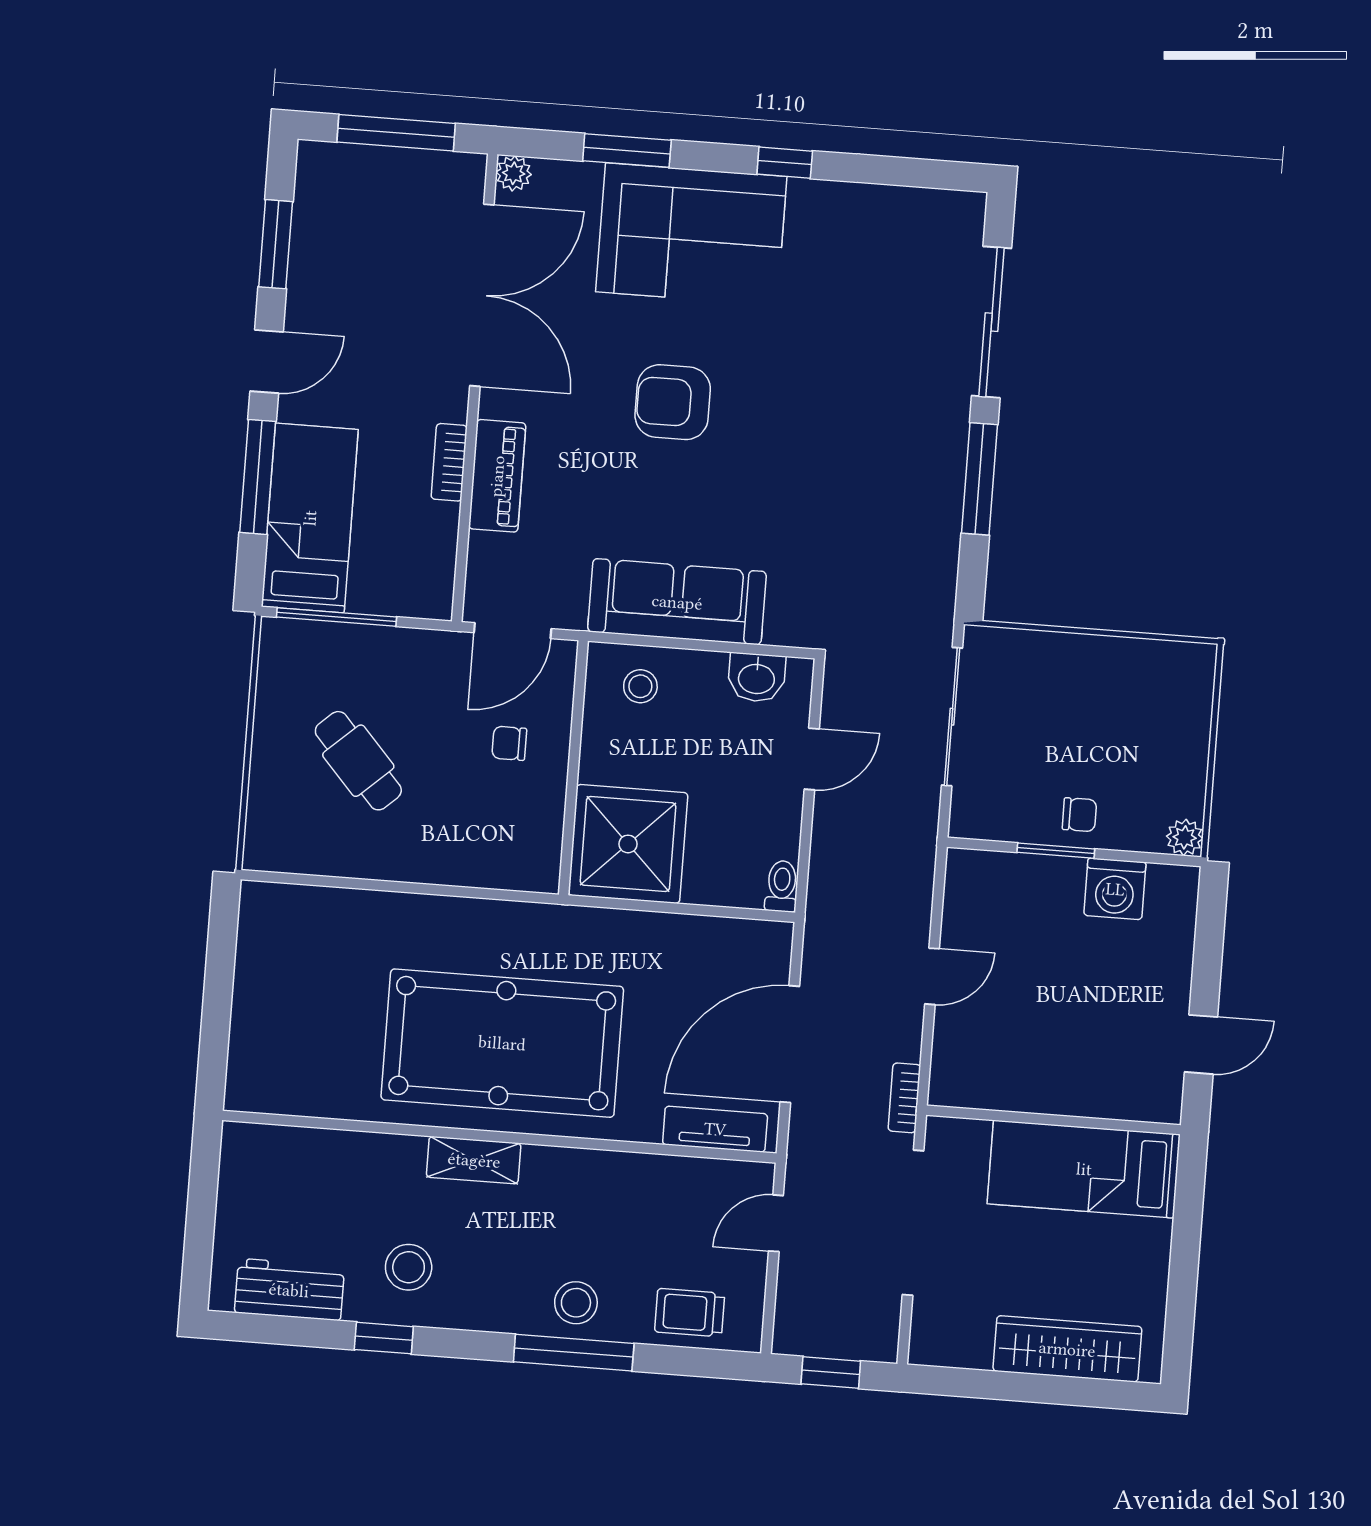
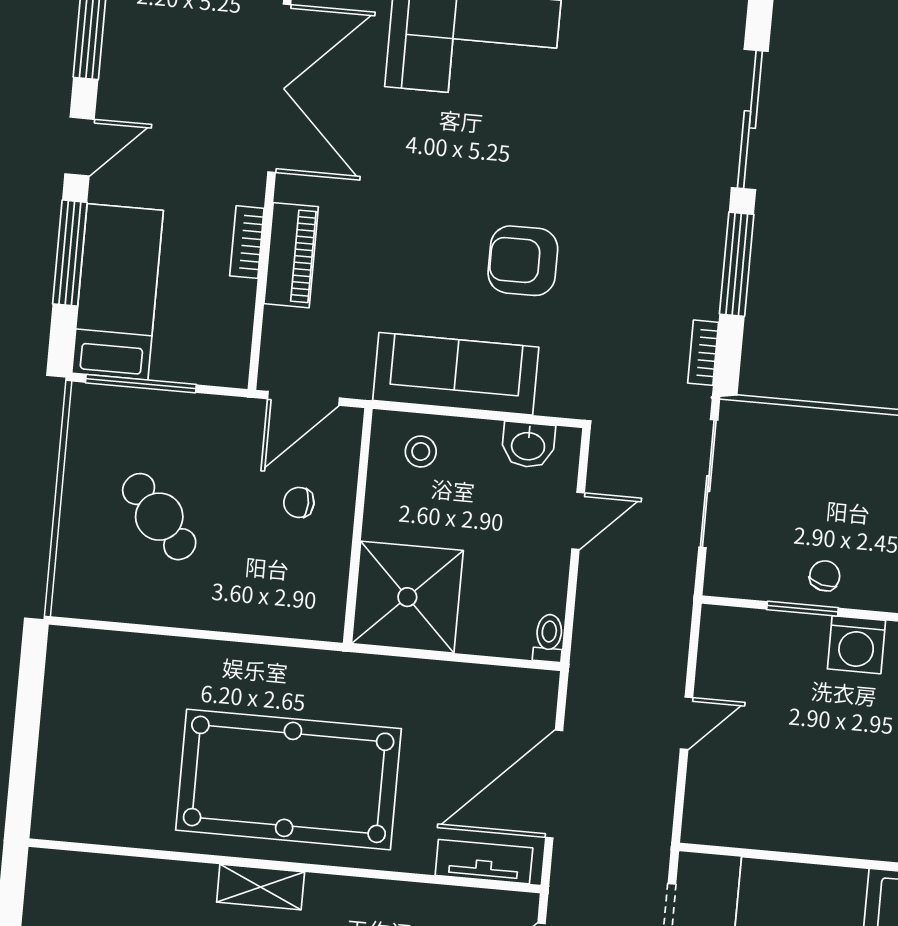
armchair: (673, 402) -> (523, 261), moved
chair: (1079, 815) -> (825, 576), turned -76
bookcase: (904, 1098) -> (703, 353), moved

